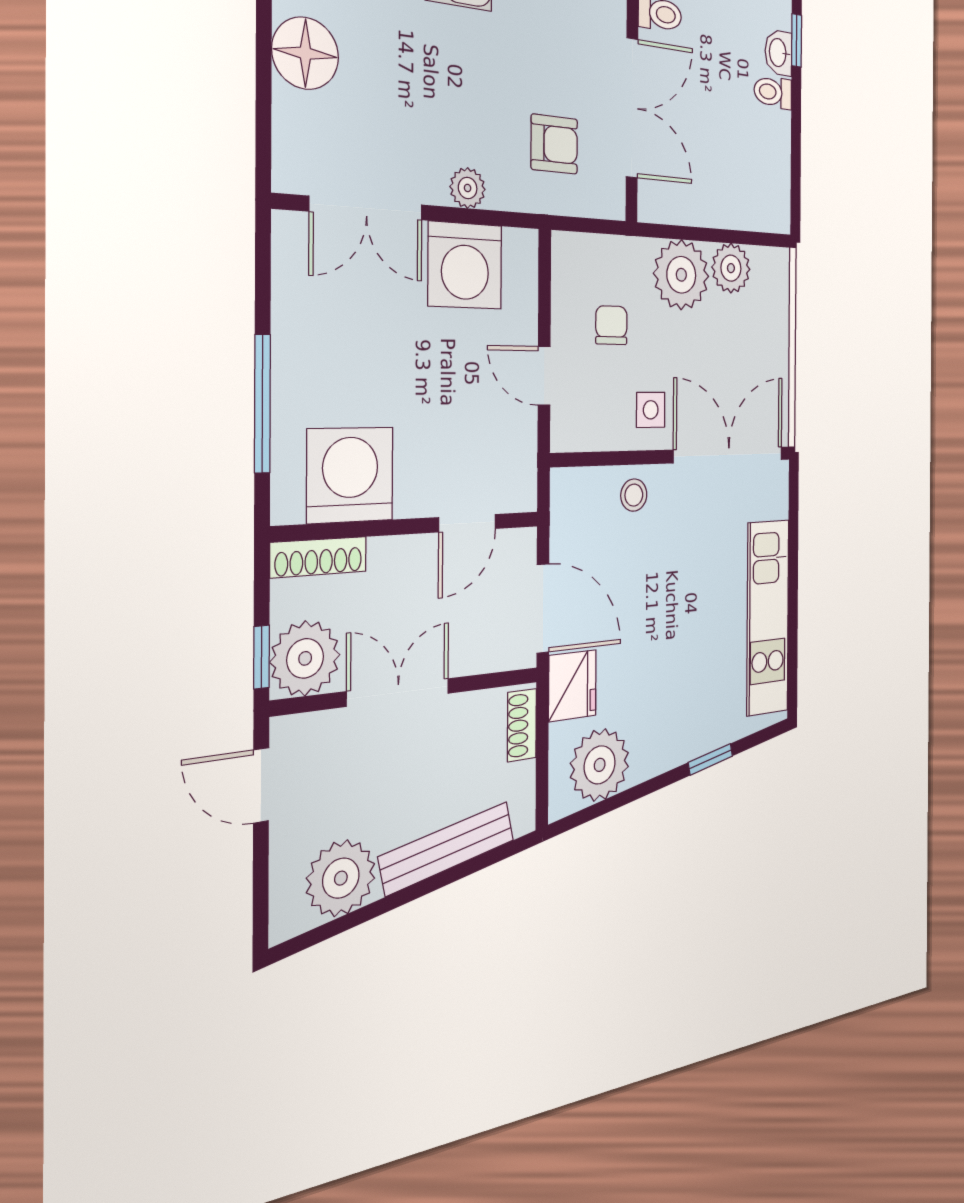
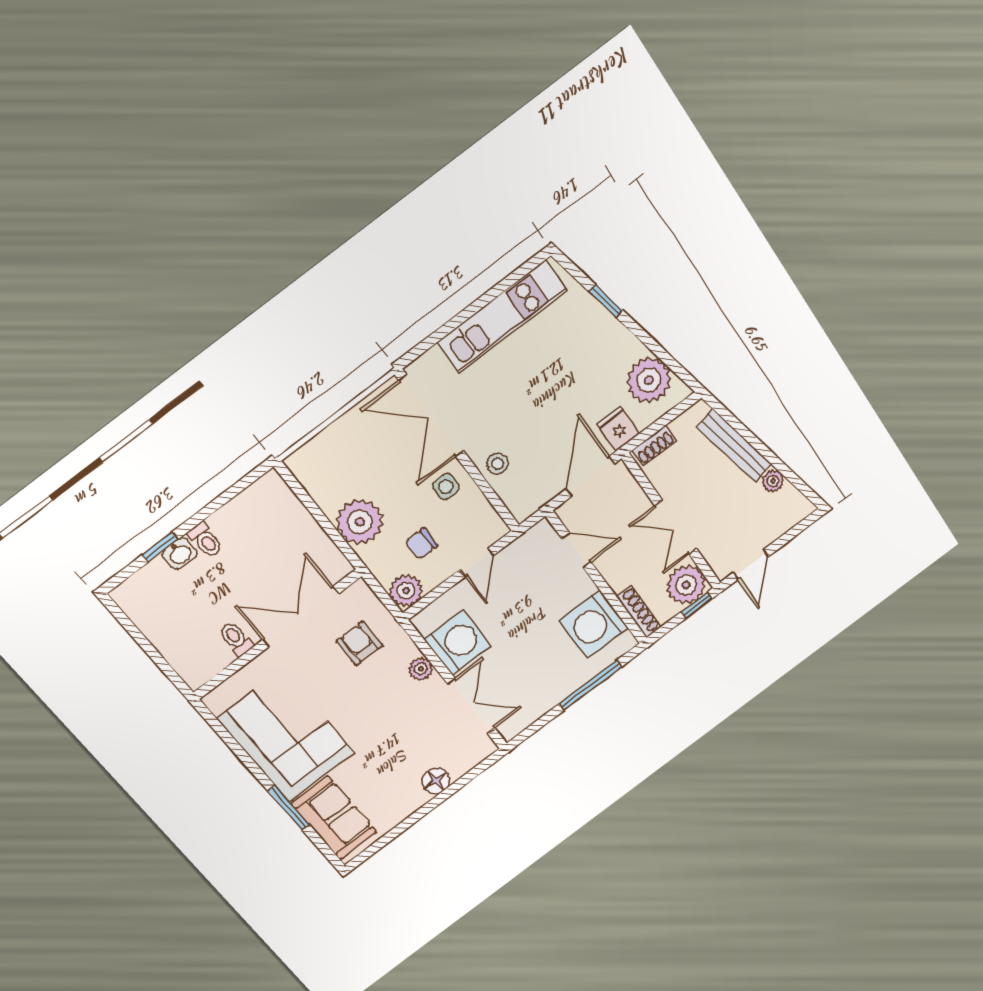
floor lamp: (305, 53) -> (436, 781), width x0.73, depth x0.73
plant: (731, 268) -> (406, 591), moved
fridge: (572, 686) -> (618, 429), width x0.72
plant: (341, 878) -> (773, 481), width x0.53, depth x0.53

